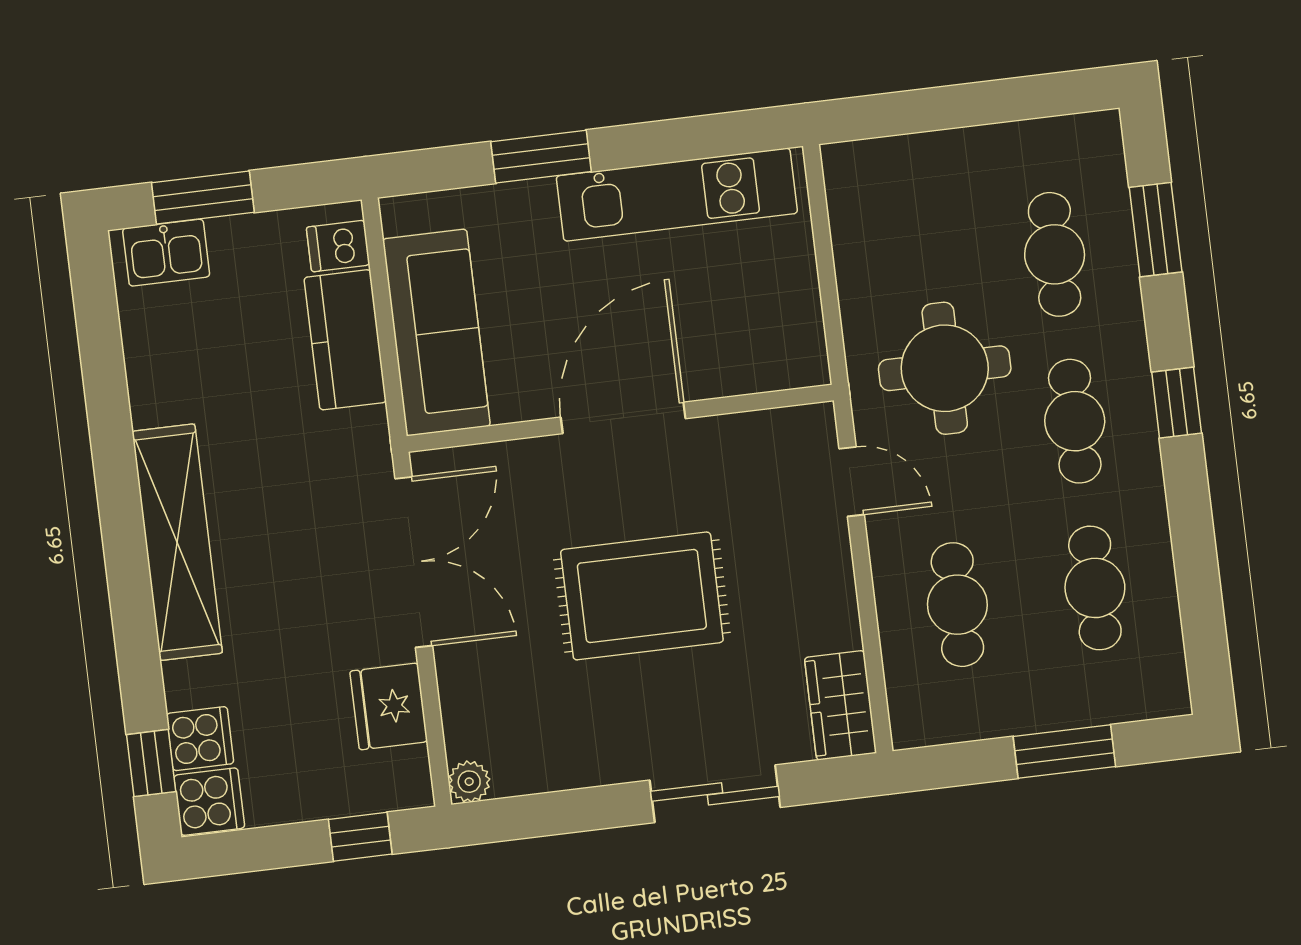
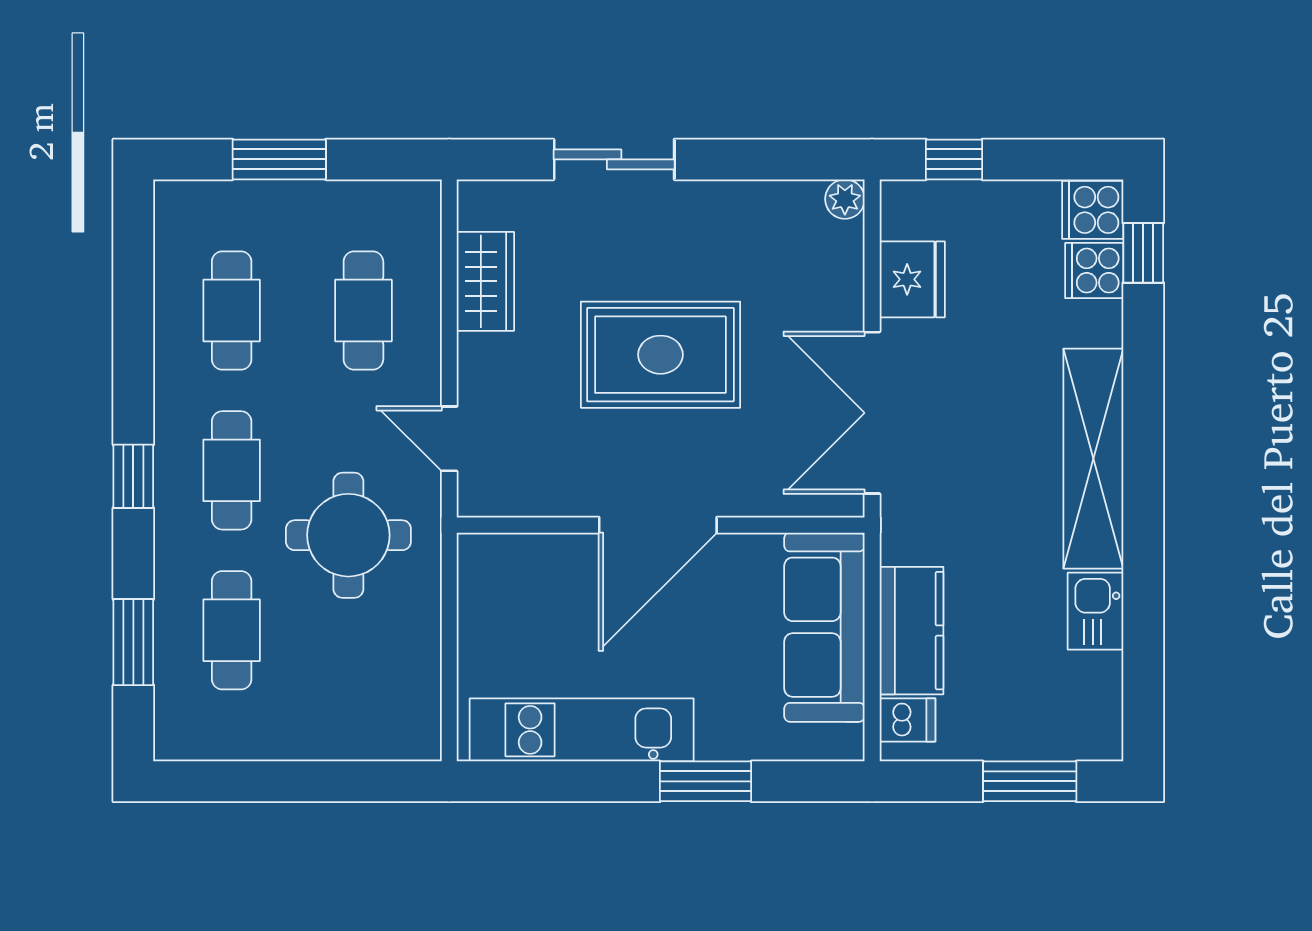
kitchen sink: (166, 253) -> (1095, 611), moved, turned -90
wardrobe: (840, 705) -> (485, 281), moved

